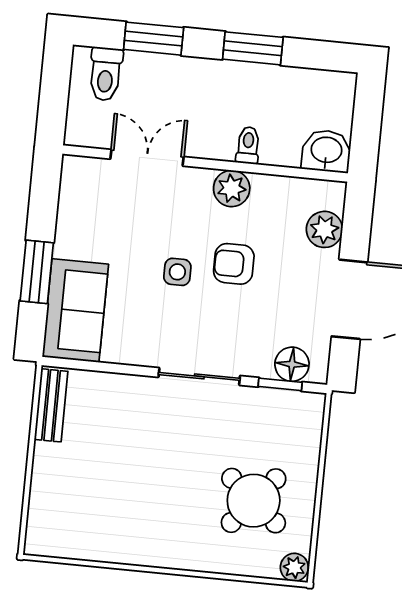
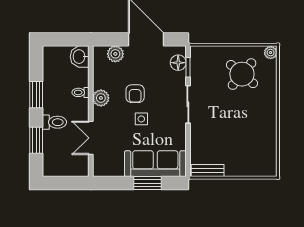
toilet: (106, 74) -> (54, 122), moved
sofa: (75, 311) -> (155, 164), width x1.36

